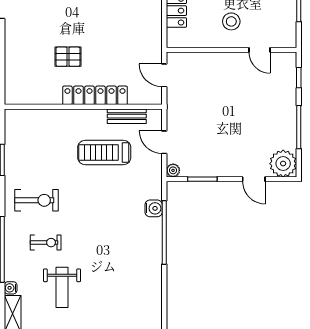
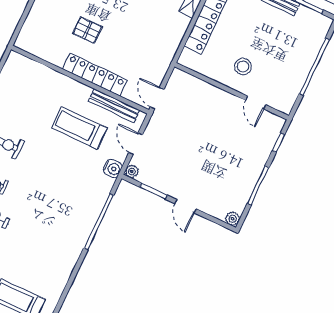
door: (164, 75) -> (157, 98), moved
bench: (127, 116) -> (114, 106), width x1.36
plant: (283, 164) -> (233, 219), width x0.53, depth x0.53
door: (254, 179) -> (185, 206), moved
water cooler: (154, 208) -> (113, 168), moved

